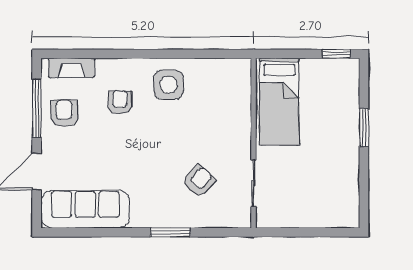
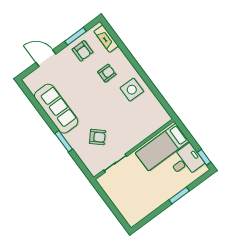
desk: (323, 83) -> (186, 161), added
window: (37, 108) -> (75, 36), width x0.69
armchair: (64, 113) -> (82, 51), turned 90
sofa: (85, 209) -> (56, 109), moved

